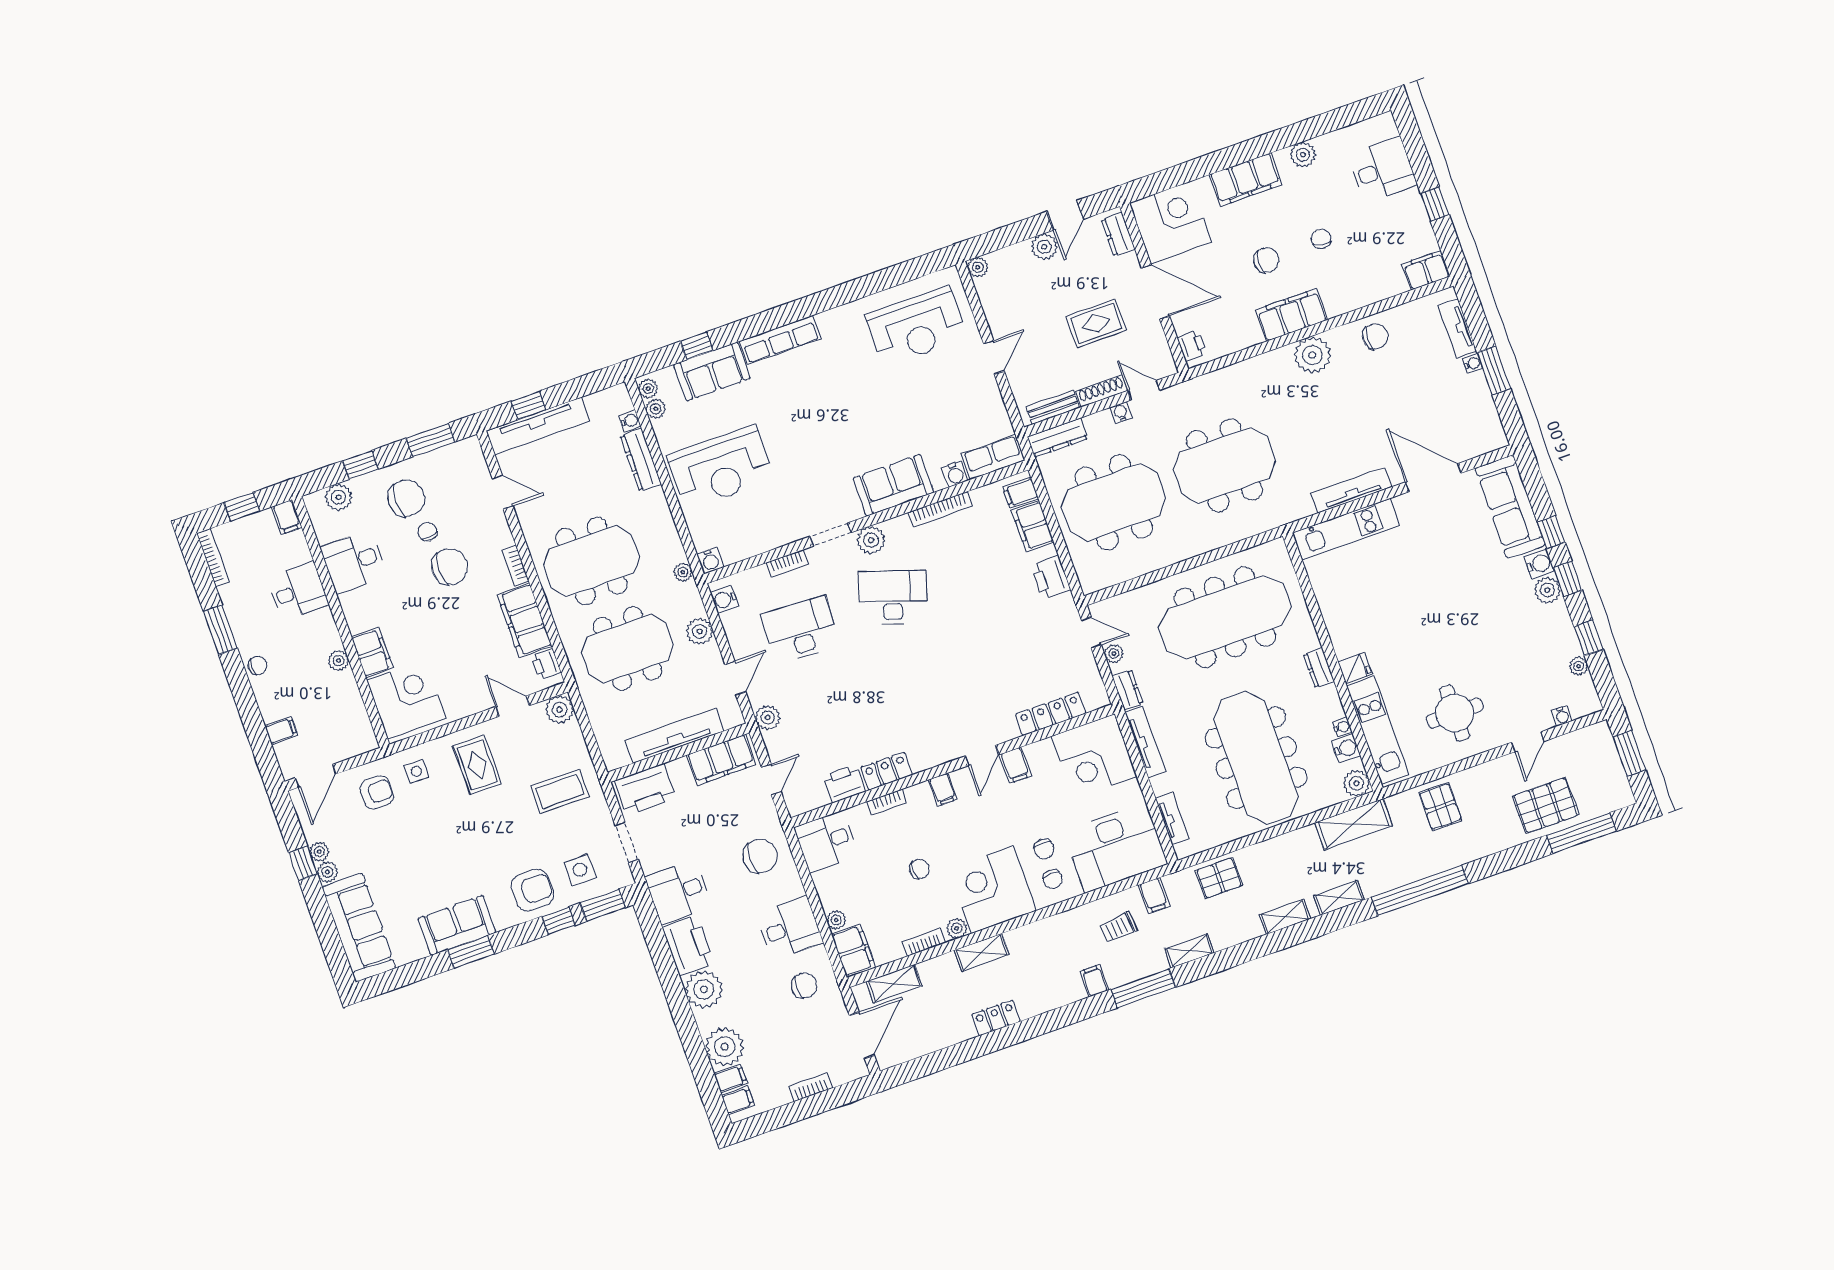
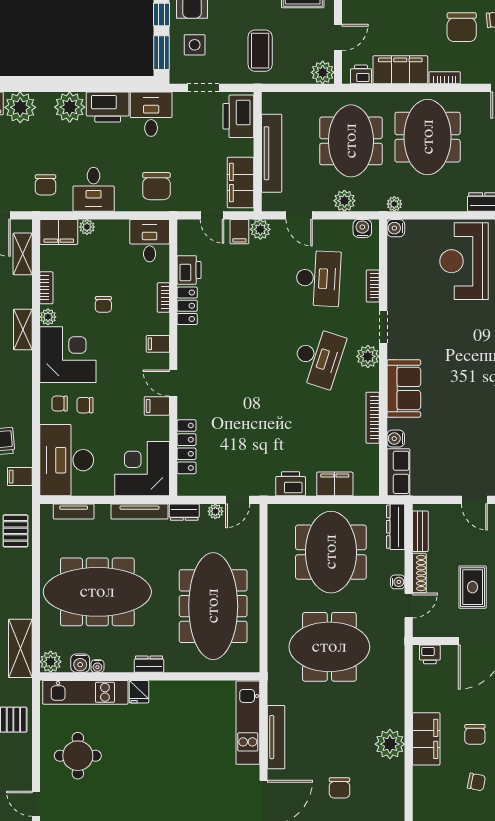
chair: (1375, 336) -> (340, 788), moved
meeting table: (1224, 465) -> (329, 647), turned 90
filing cabinet: (1021, 493) -> (239, 232), moved, turned 180

